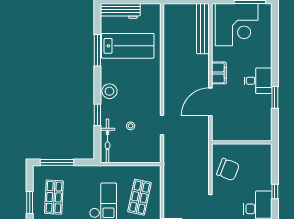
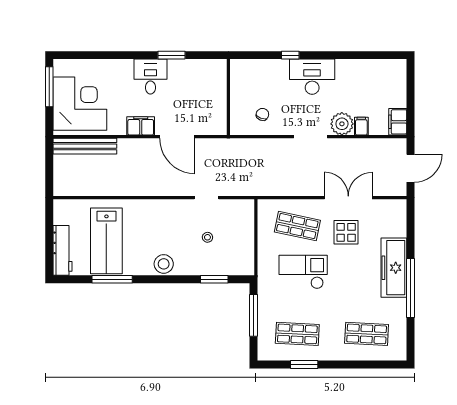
lab bench: (128, 46) -> (106, 241), turned 180
window: (97, 115) -> (214, 279), moved
bicycle: (108, 141) -> (226, 266), removed
window: (57, 162) -> (253, 315), moved
chair: (228, 169) -> (262, 114), width x0.54, depth x0.54

